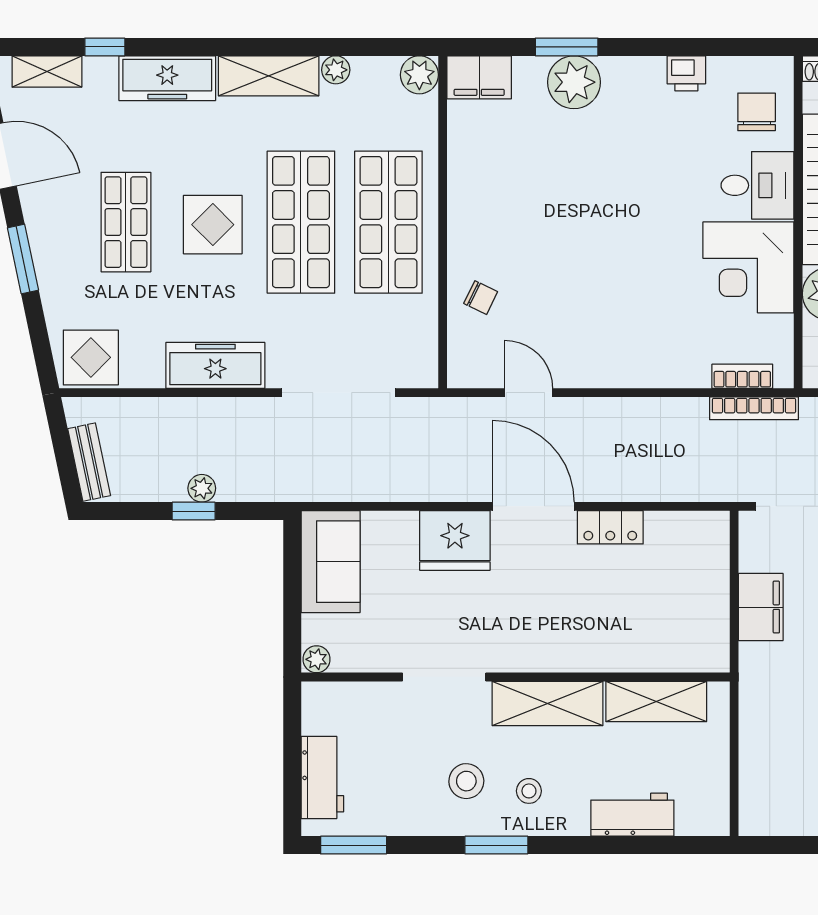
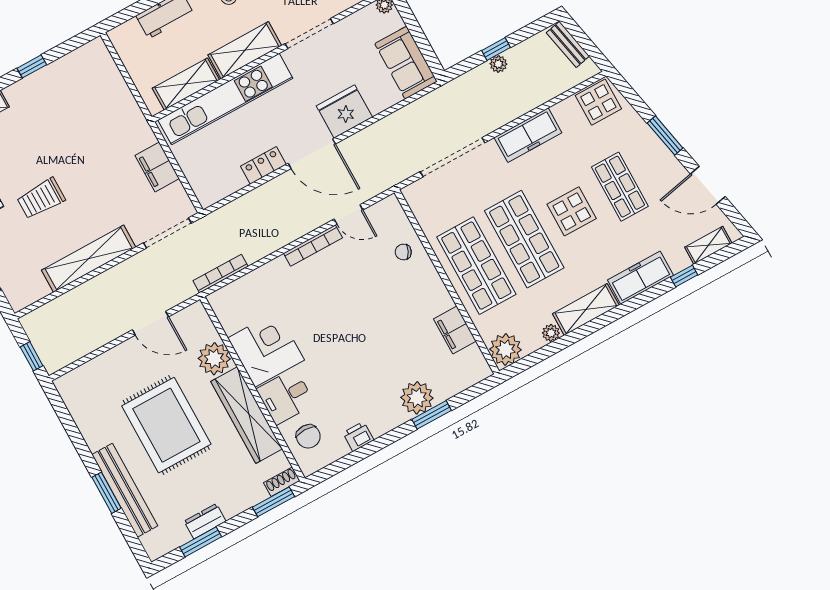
plant: (419, 75) -> (505, 350), width x1.36, depth x1.36
filing cabinet: (479, 77) -> (455, 330), moved, turned -90
bookcase: (742, 376) -> (313, 246), moved, width x1.56
kitchen unit: (613, 650) -> (225, 99), added

